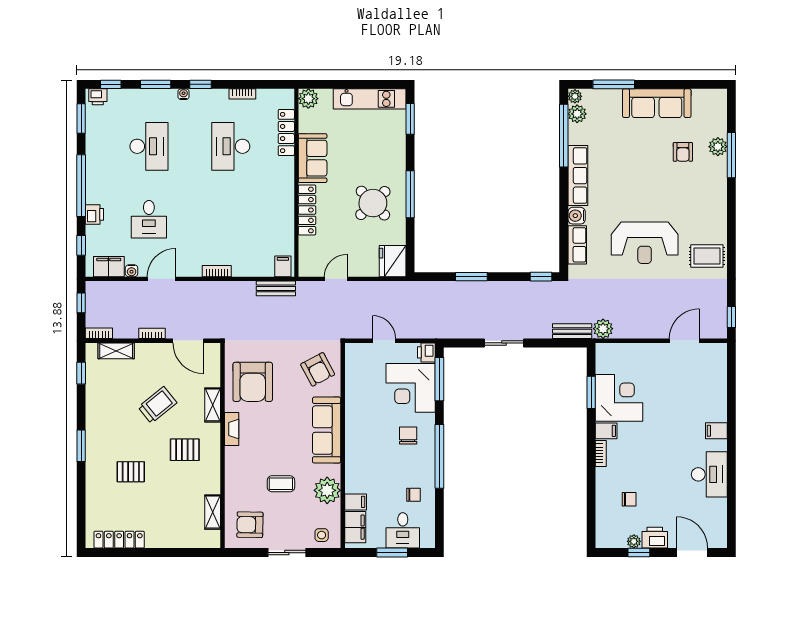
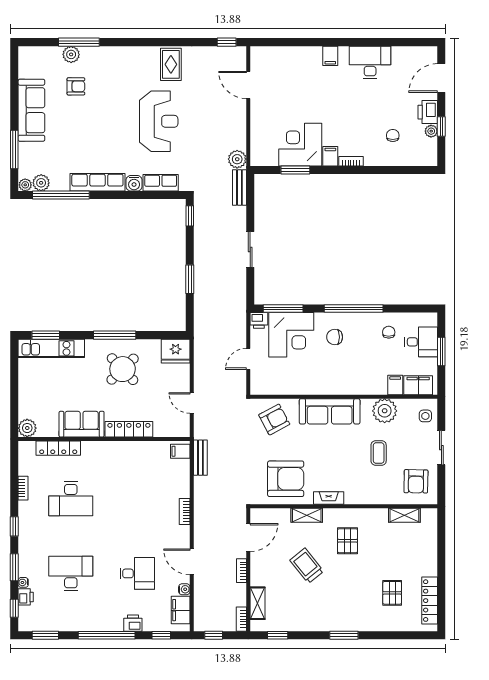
water cooler: (184, 94) -> (23, 582), moved
printer: (98, 97) -> (26, 597), moved
kitchen unit: (370, 99) -> (51, 348), moved, turned 90
pallet: (131, 472) -> (392, 593), moved

